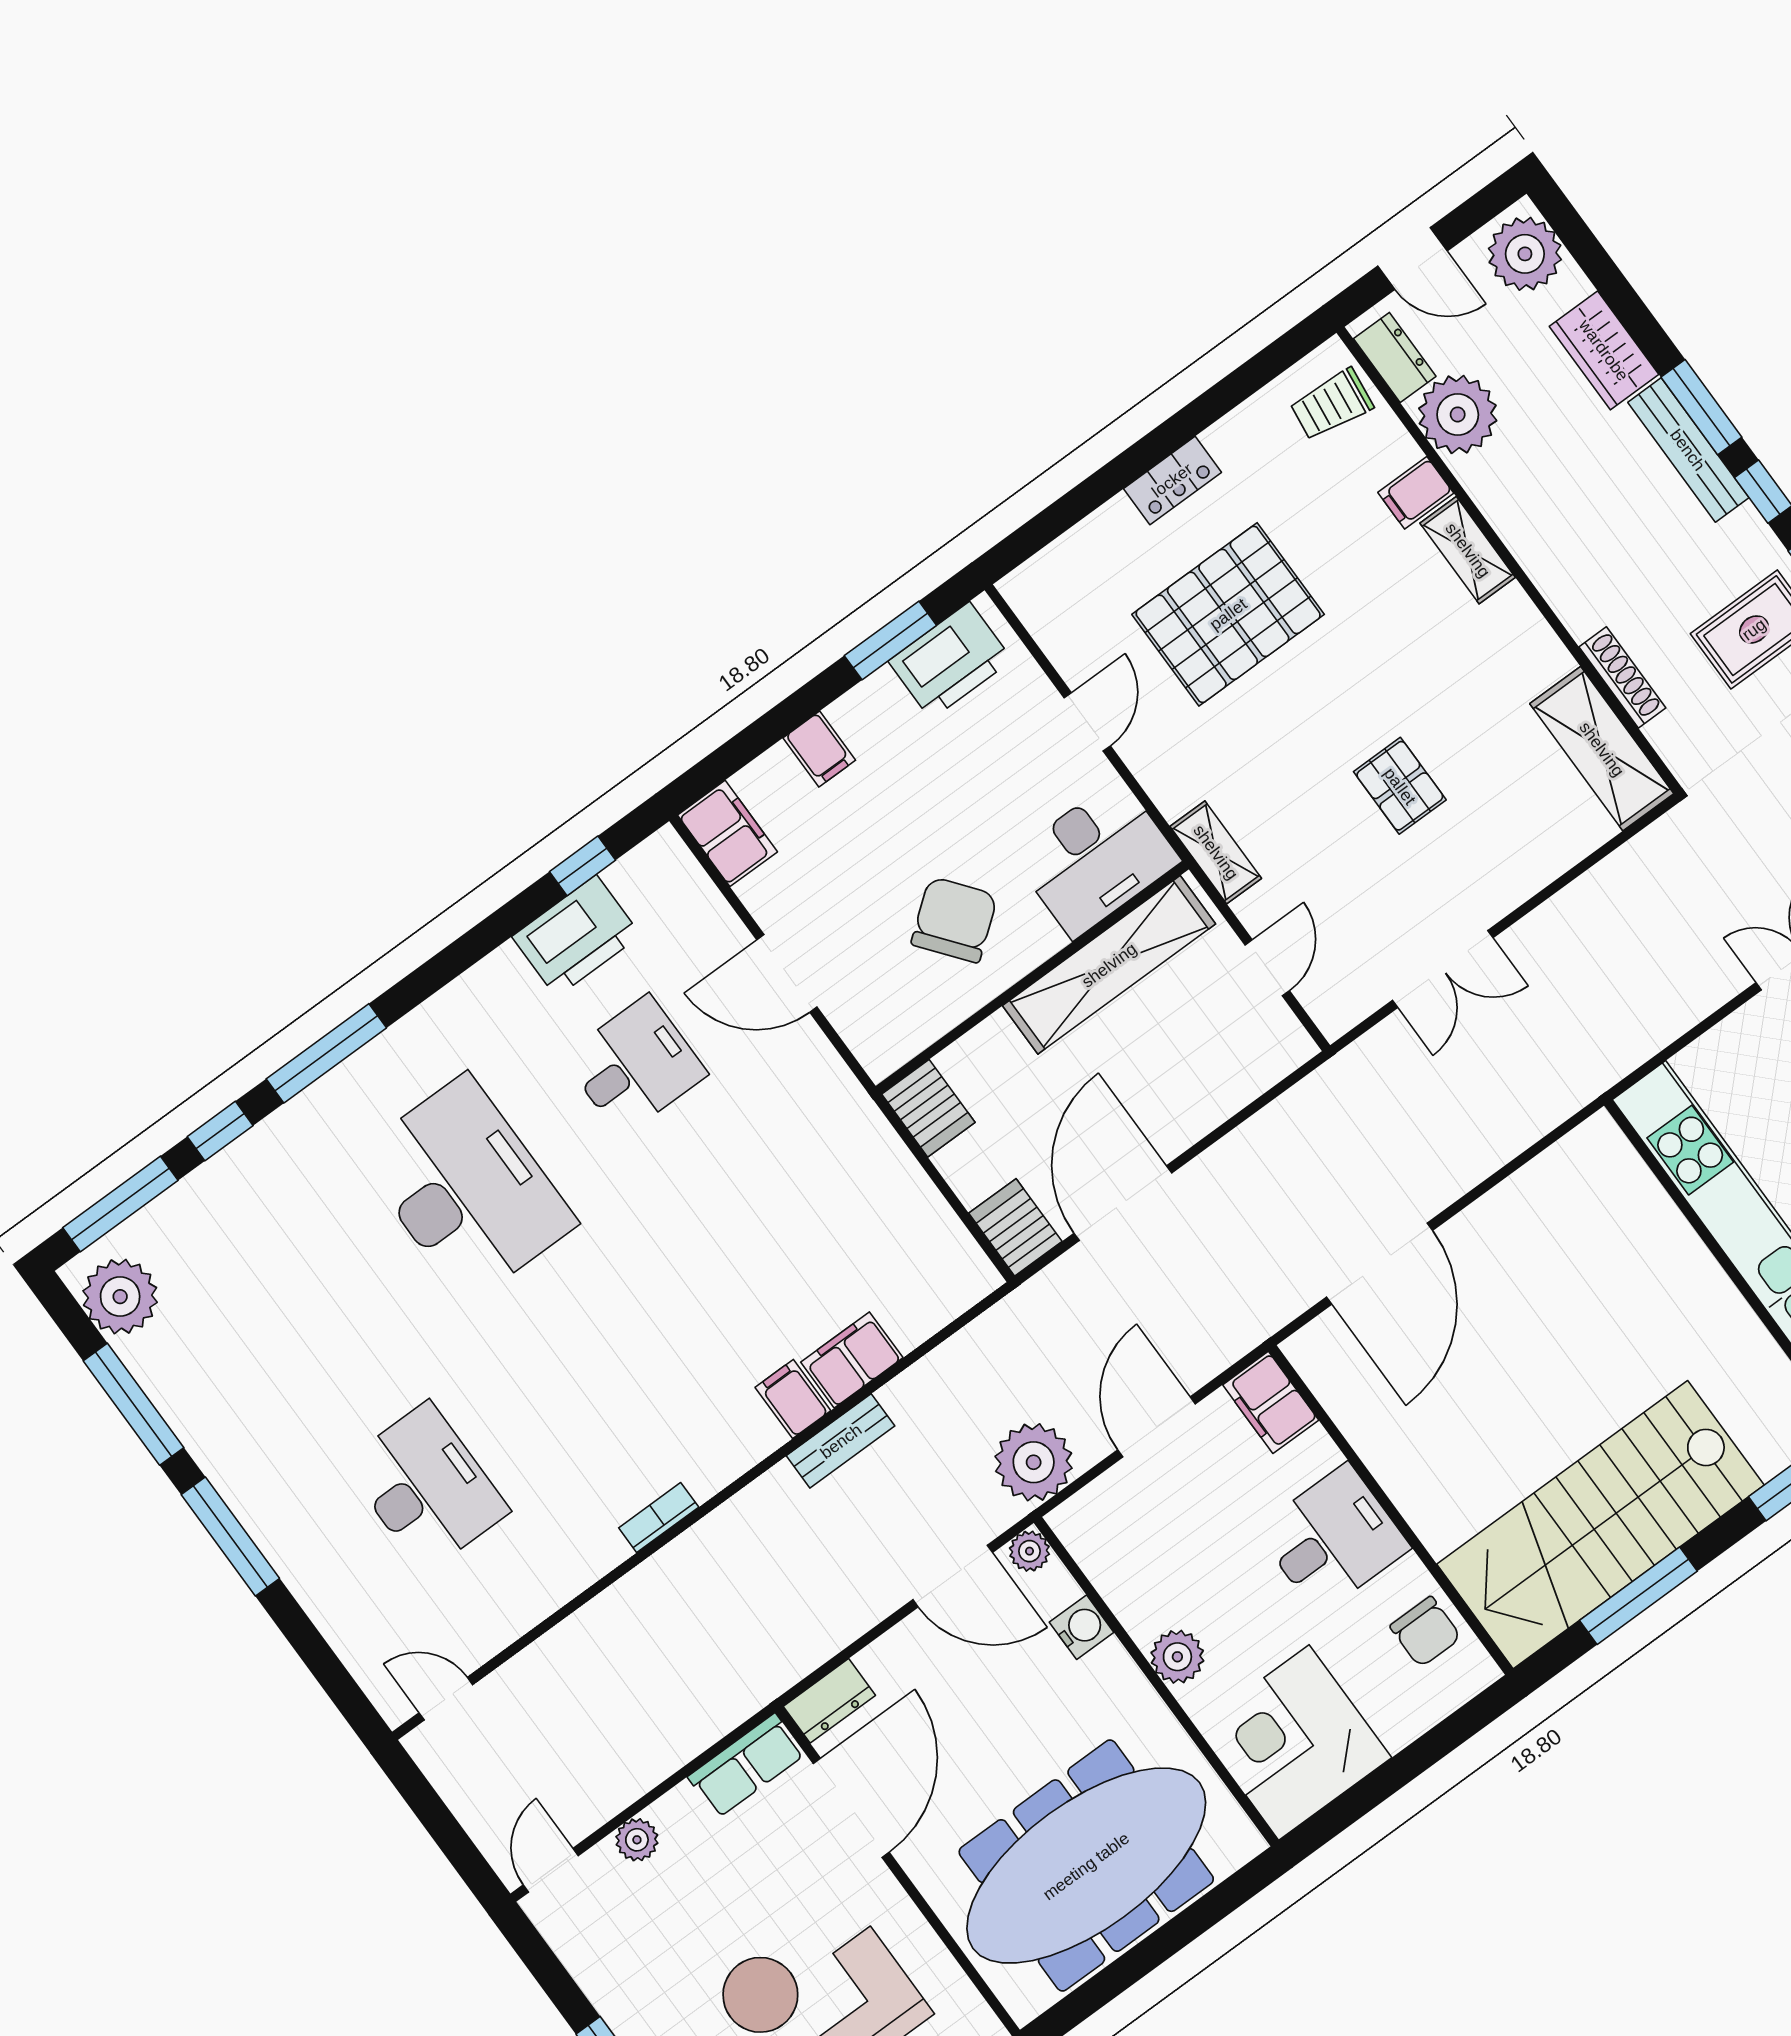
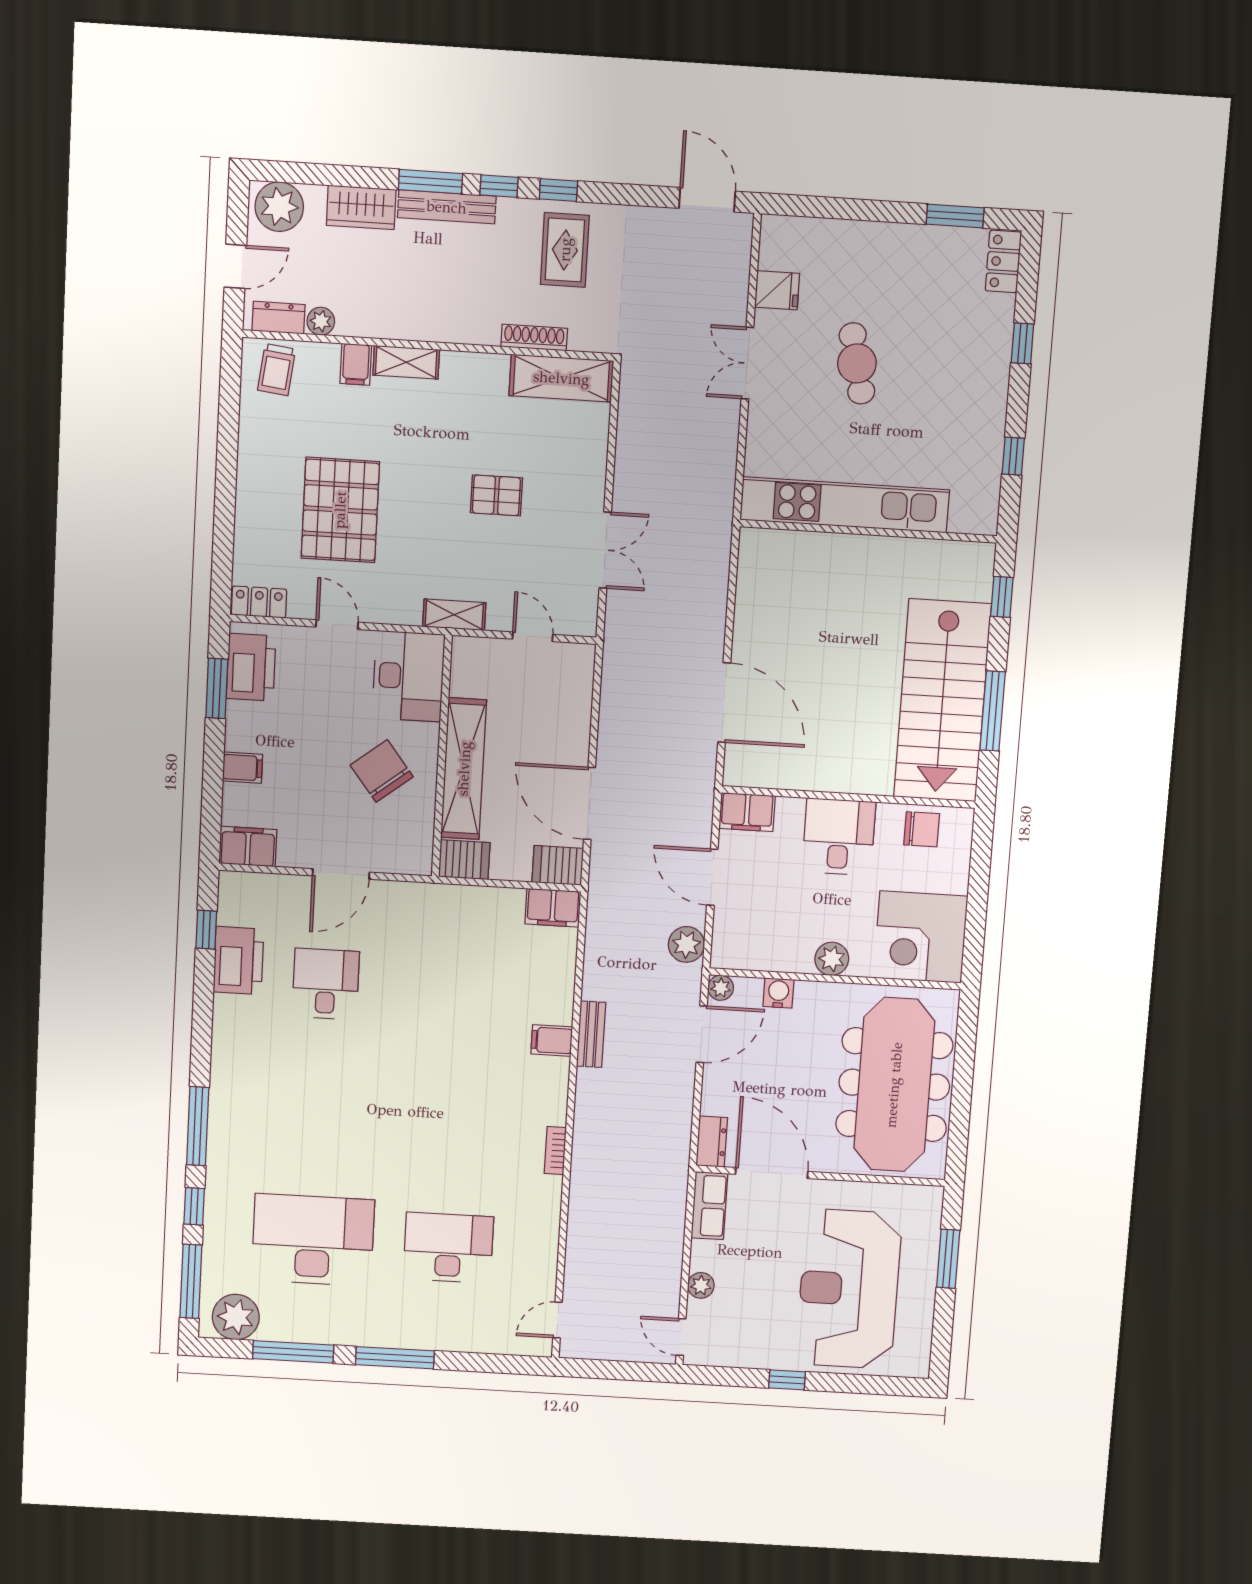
plant: (1458, 414) -> (321, 321), width x0.53, depth x0.53
locker: (1172, 480) -> (259, 602), moved, turned -90
shelving: (1109, 965) -> (464, 769), moved
desk: (466, 1189) -> (313, 1240), moved
filing cabinet: (852, 1360) -> (553, 908), moved, turned -90
plant: (1034, 1462) -> (686, 944), width x0.73, depth x0.73

